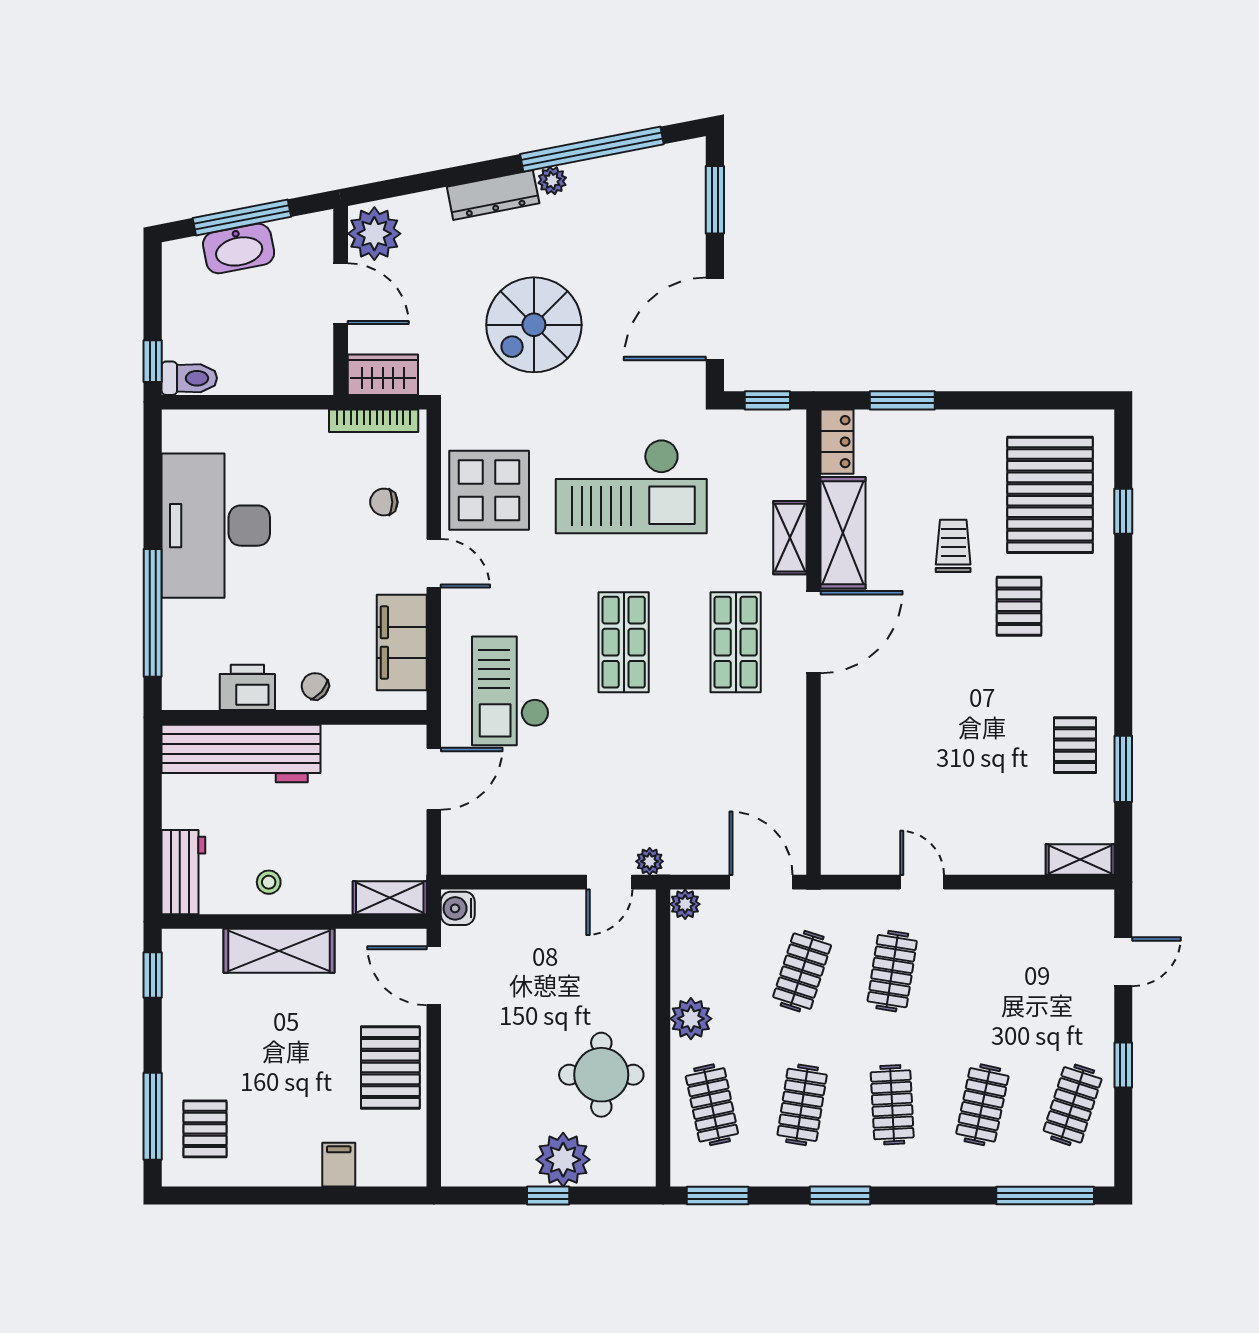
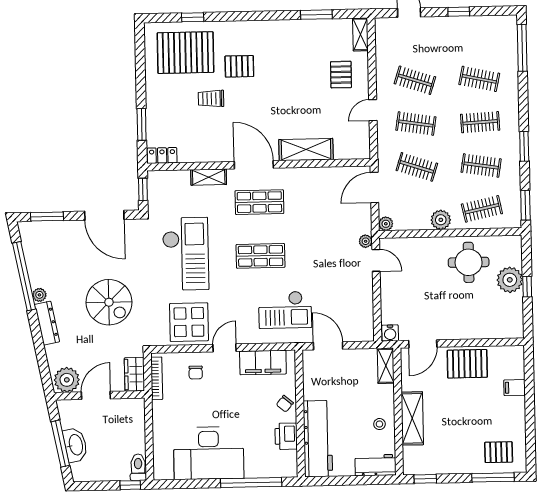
shelving: (843, 533) -> (306, 150), moved
pallet: (1075, 745) -> (341, 75), moved, turned 90
clothes rail: (1073, 1105) -> (415, 80), moved

